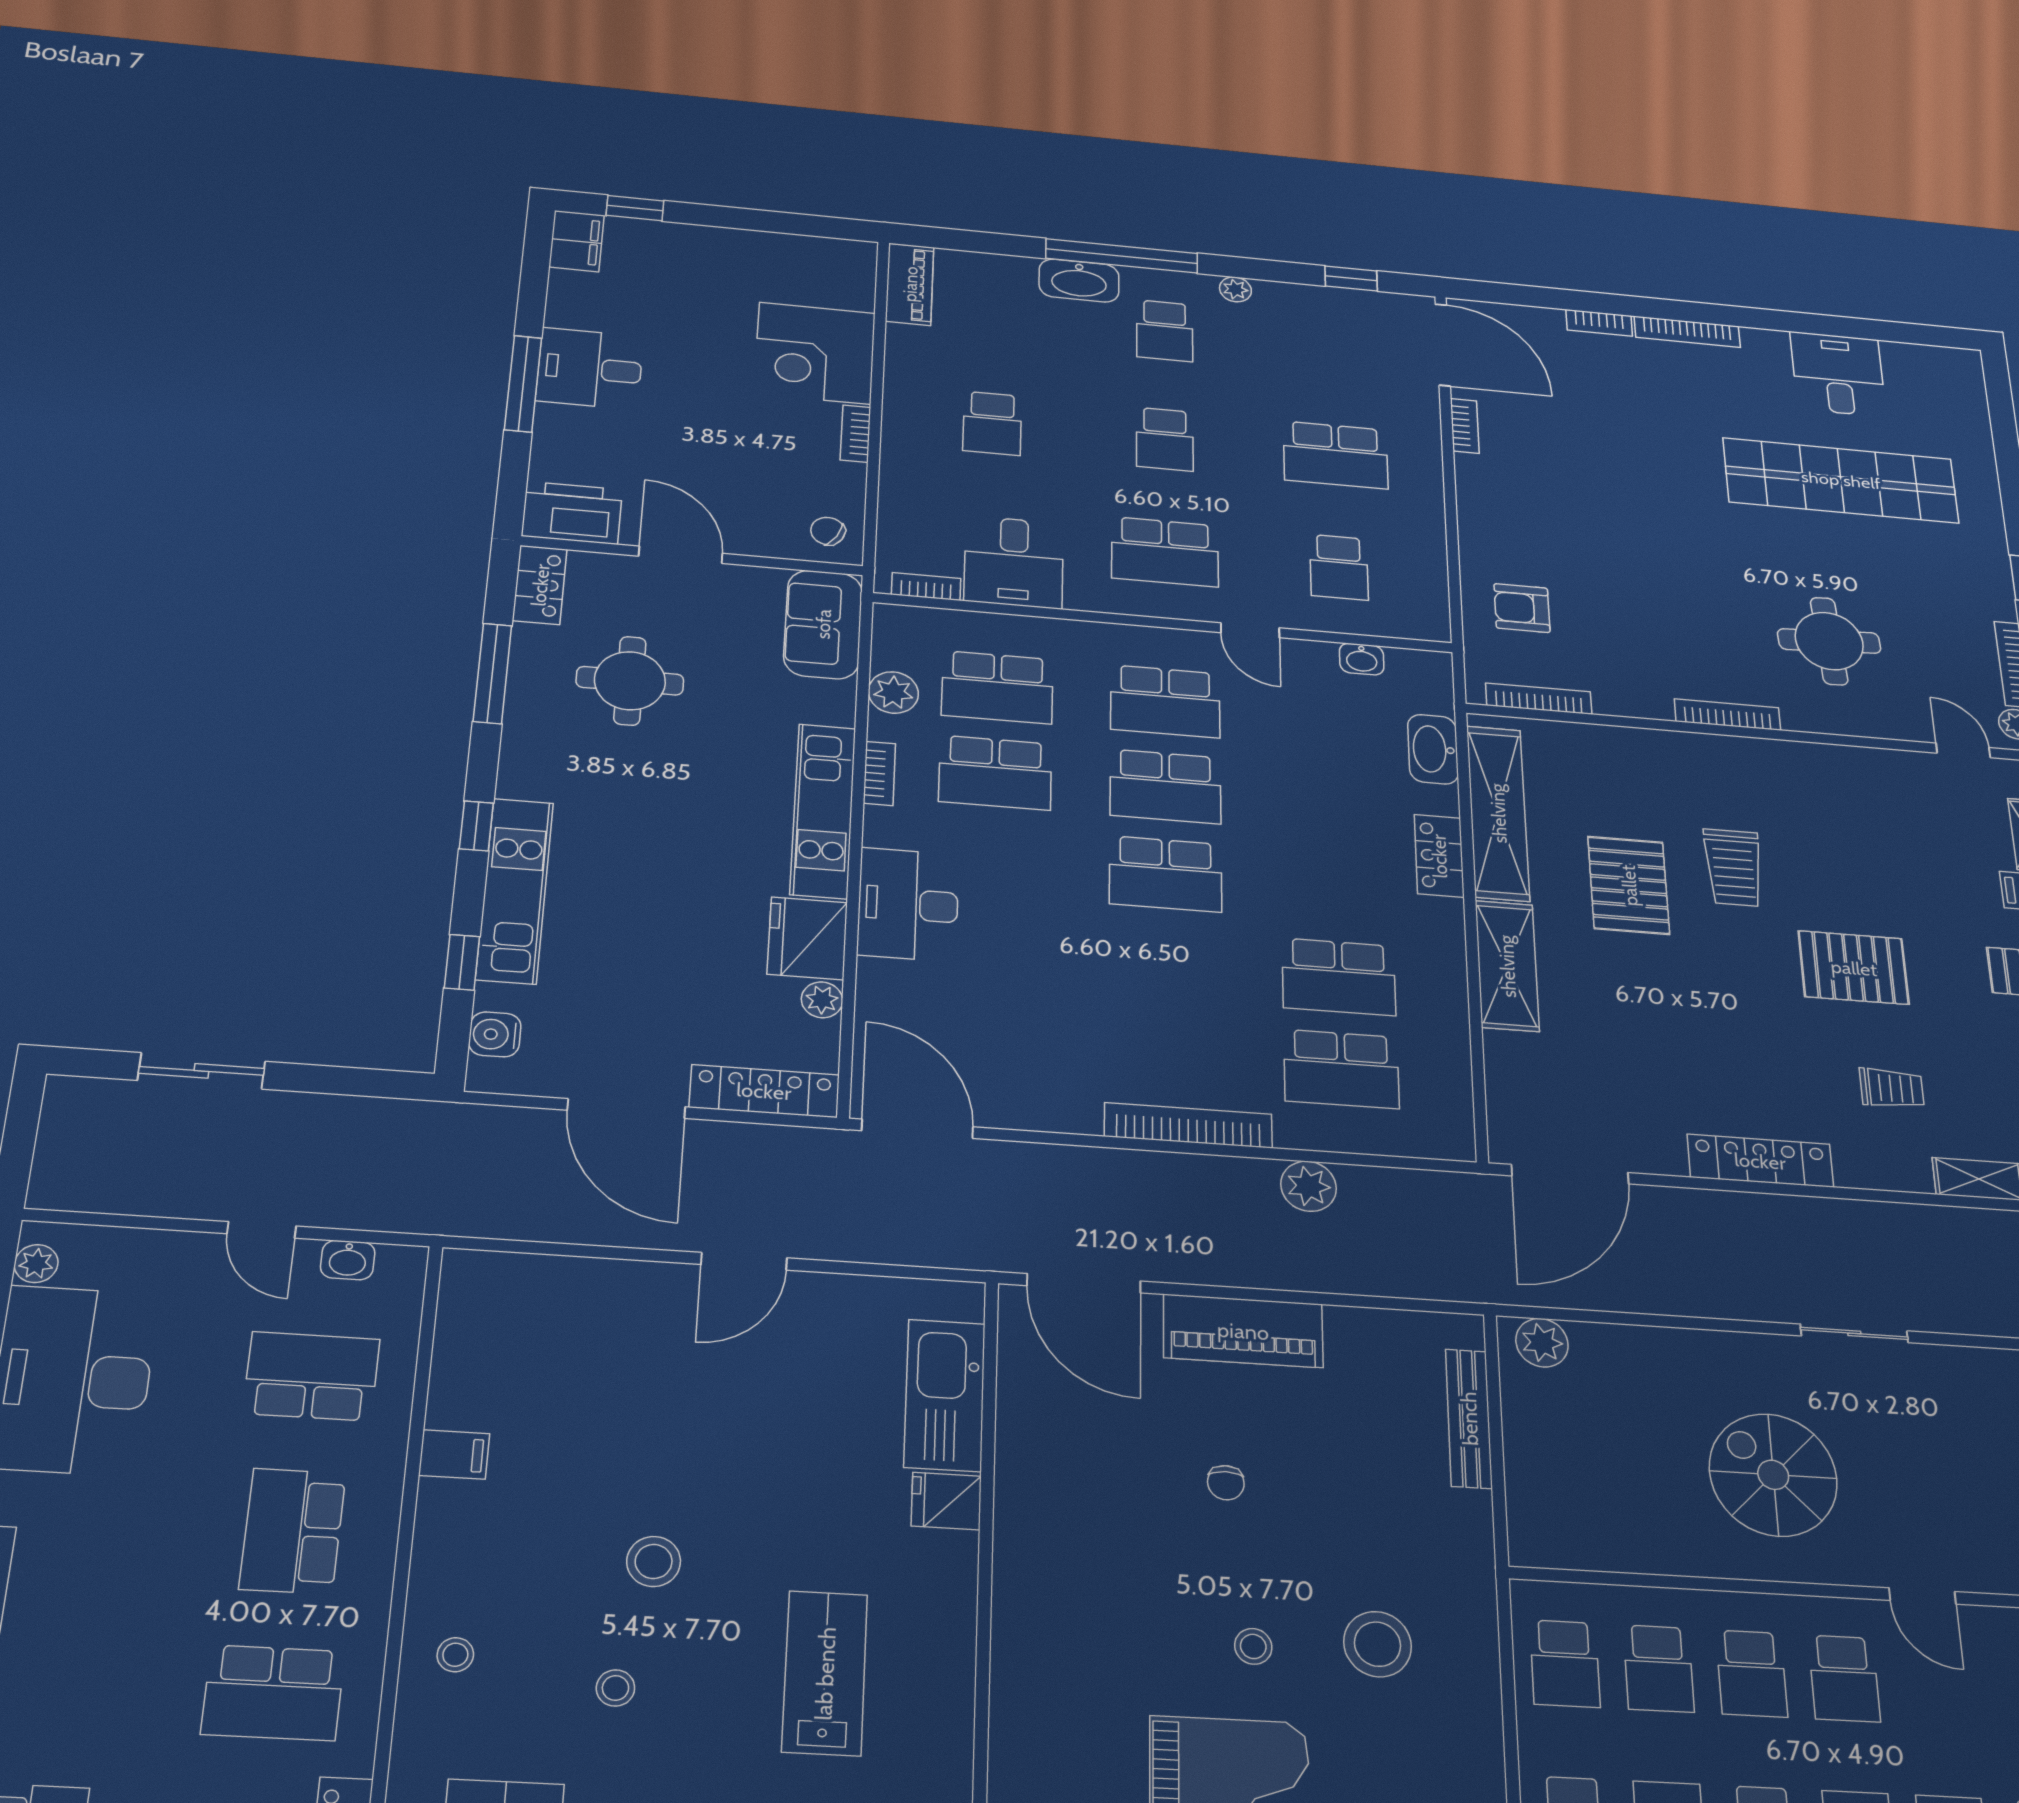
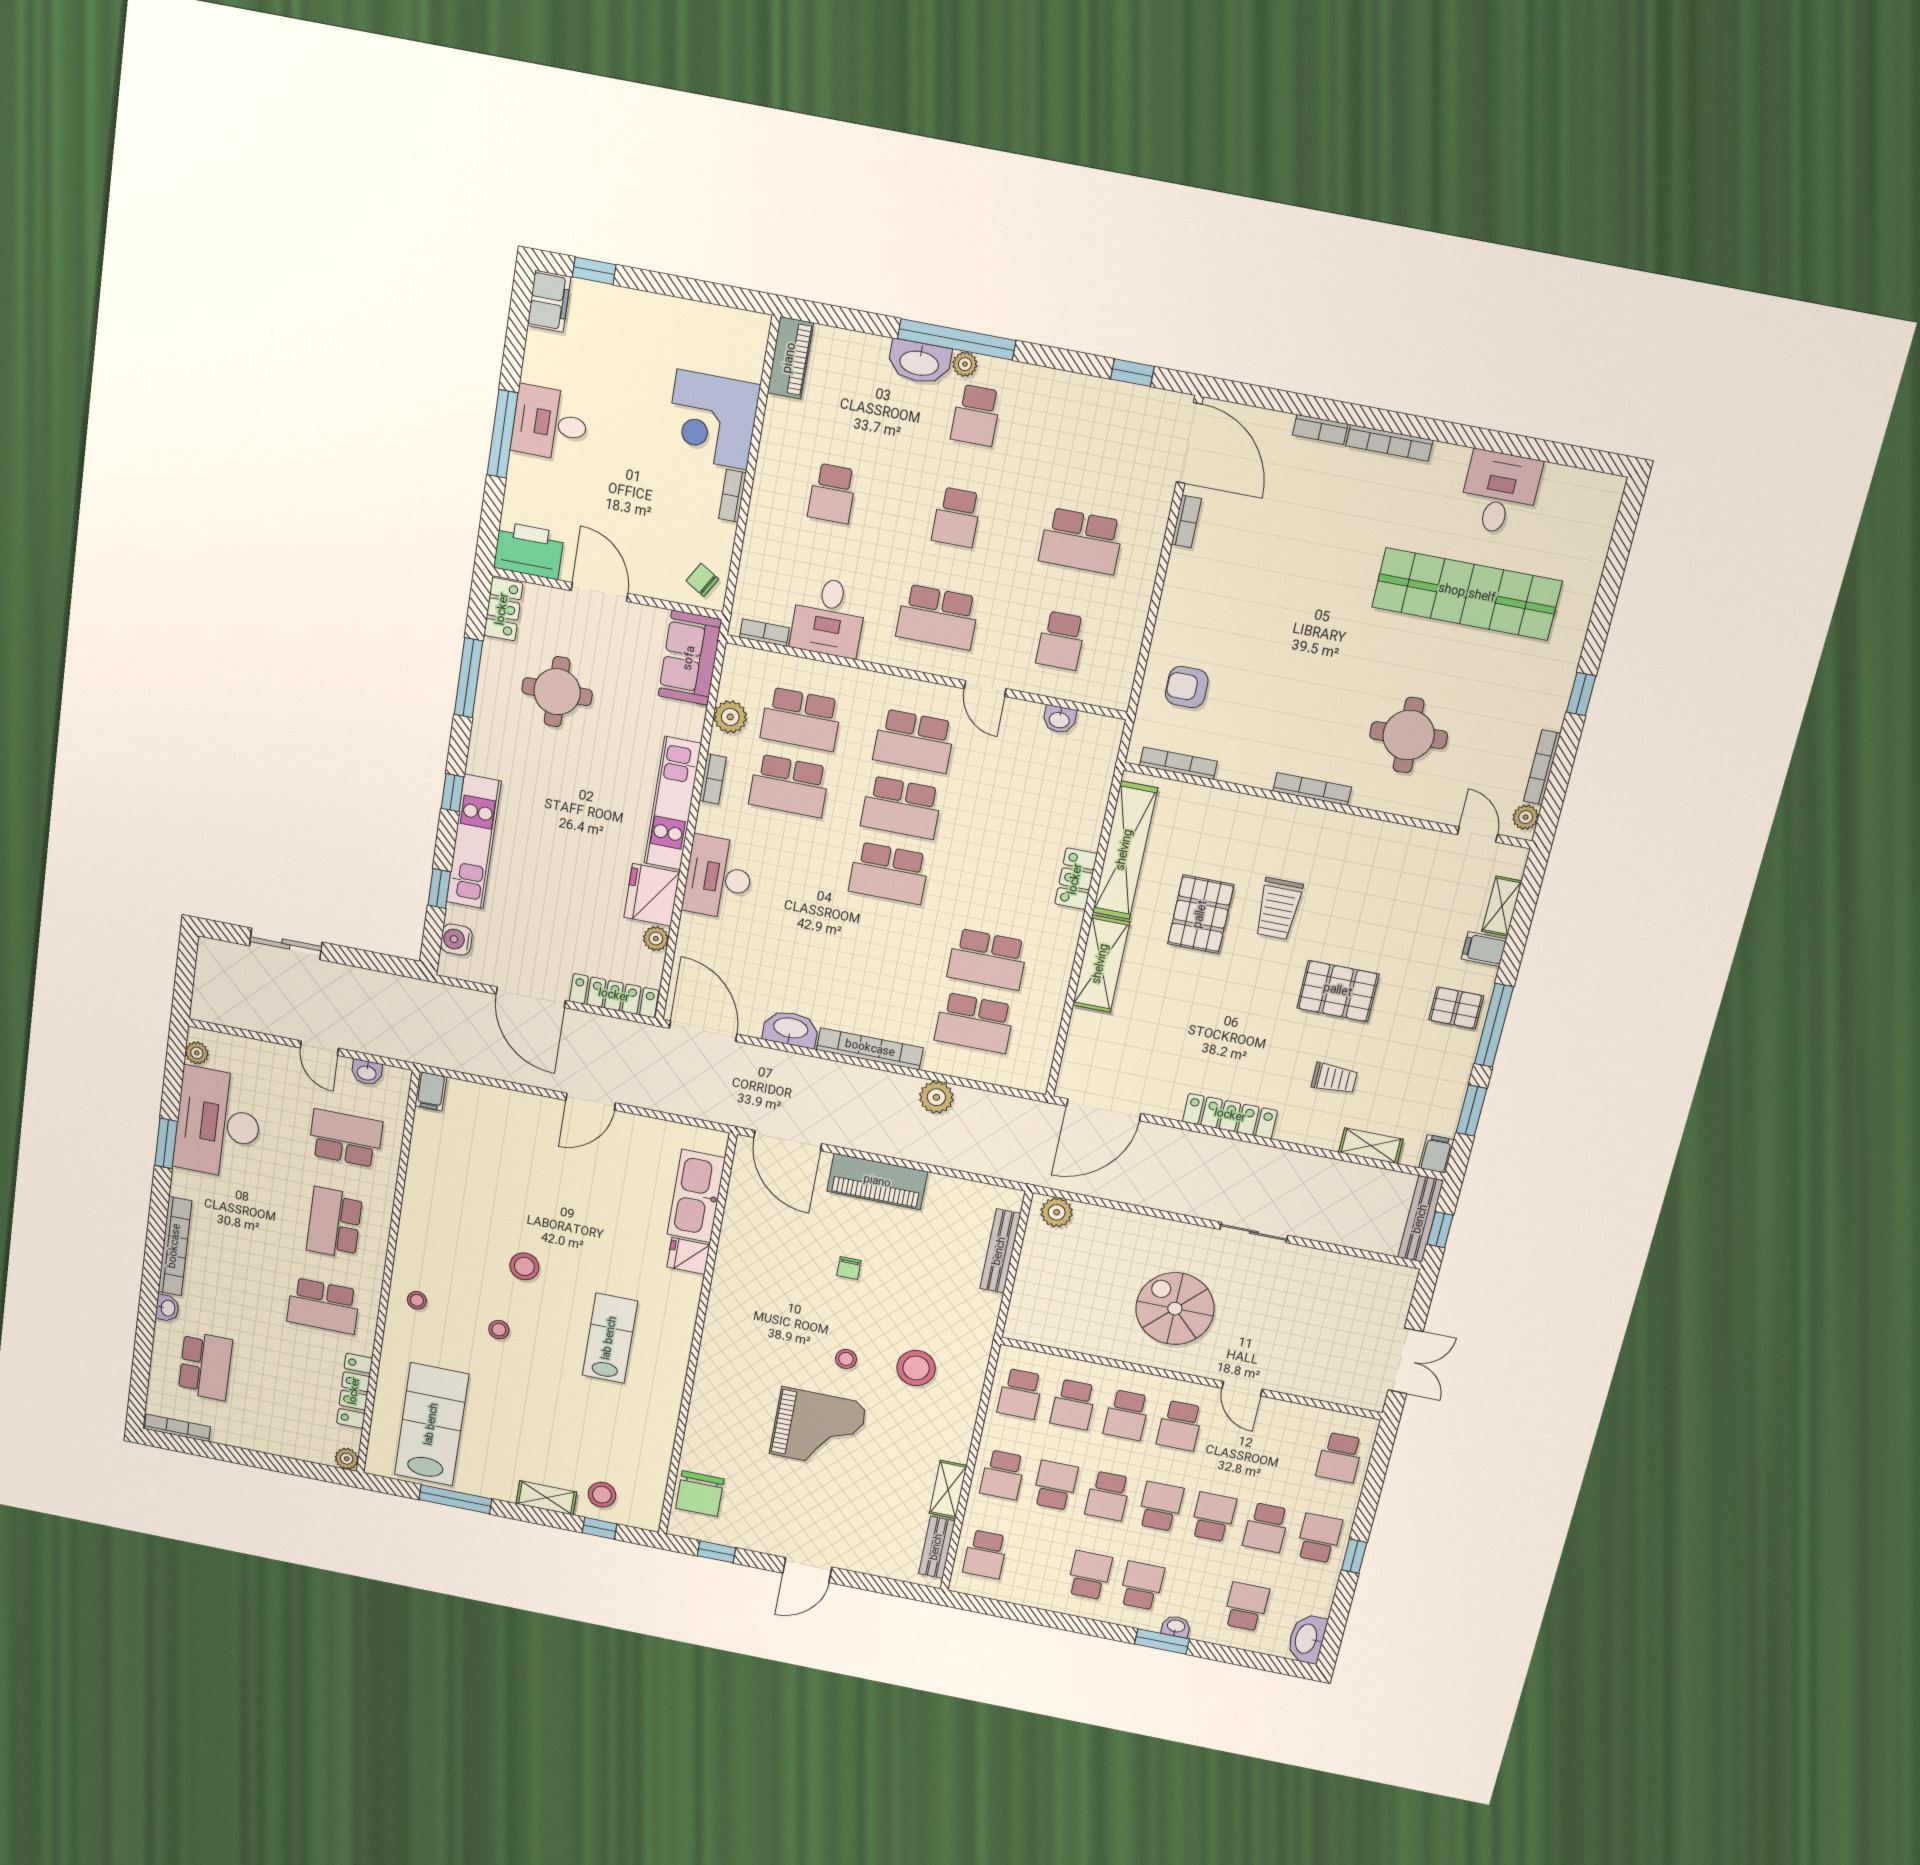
plant: (1235, 289) -> (965, 364), moved
washbasin: (1433, 749) -> (791, 1029), moved, turned 90
filing cabinet: (454, 1454) -> (431, 1091), moved, turned 90

